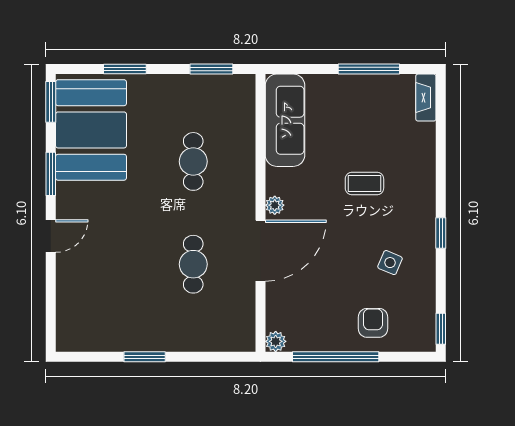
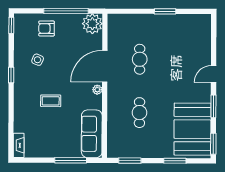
window: (369, 69) -> (71, 160), moved
armchair: (373, 323) -> (46, 28), turned 90
plant: (276, 341) -> (92, 24), width x1.88, depth x1.88

